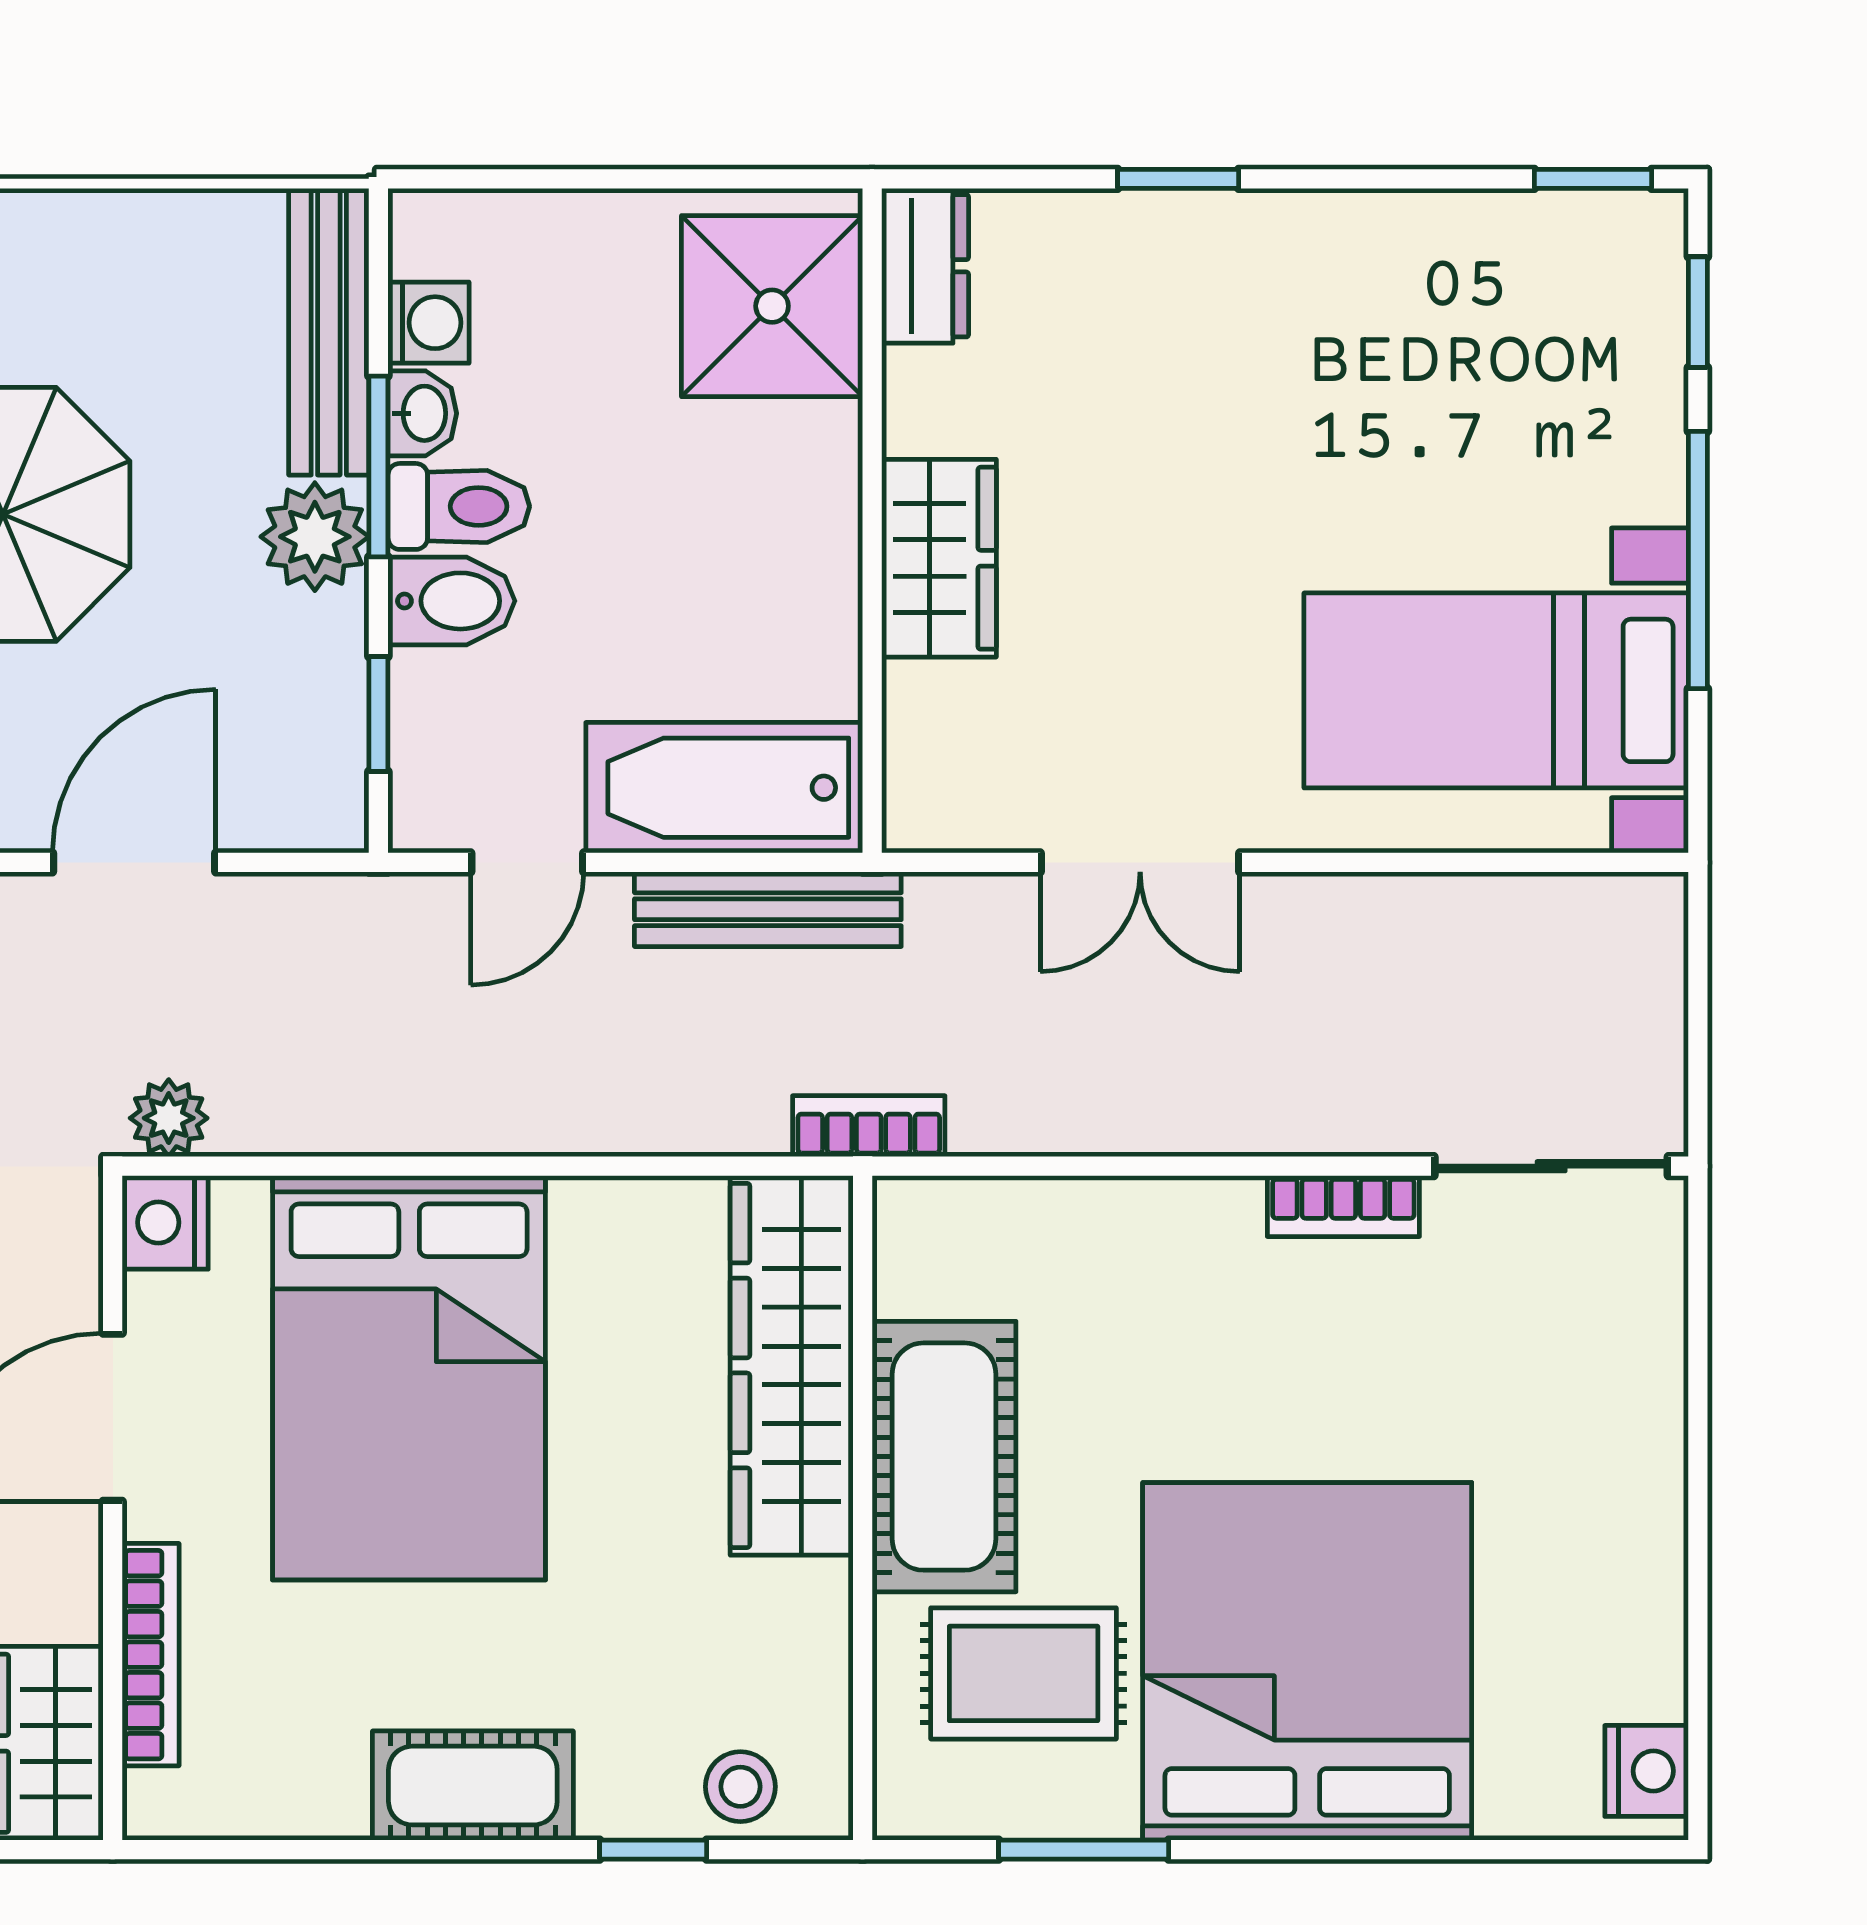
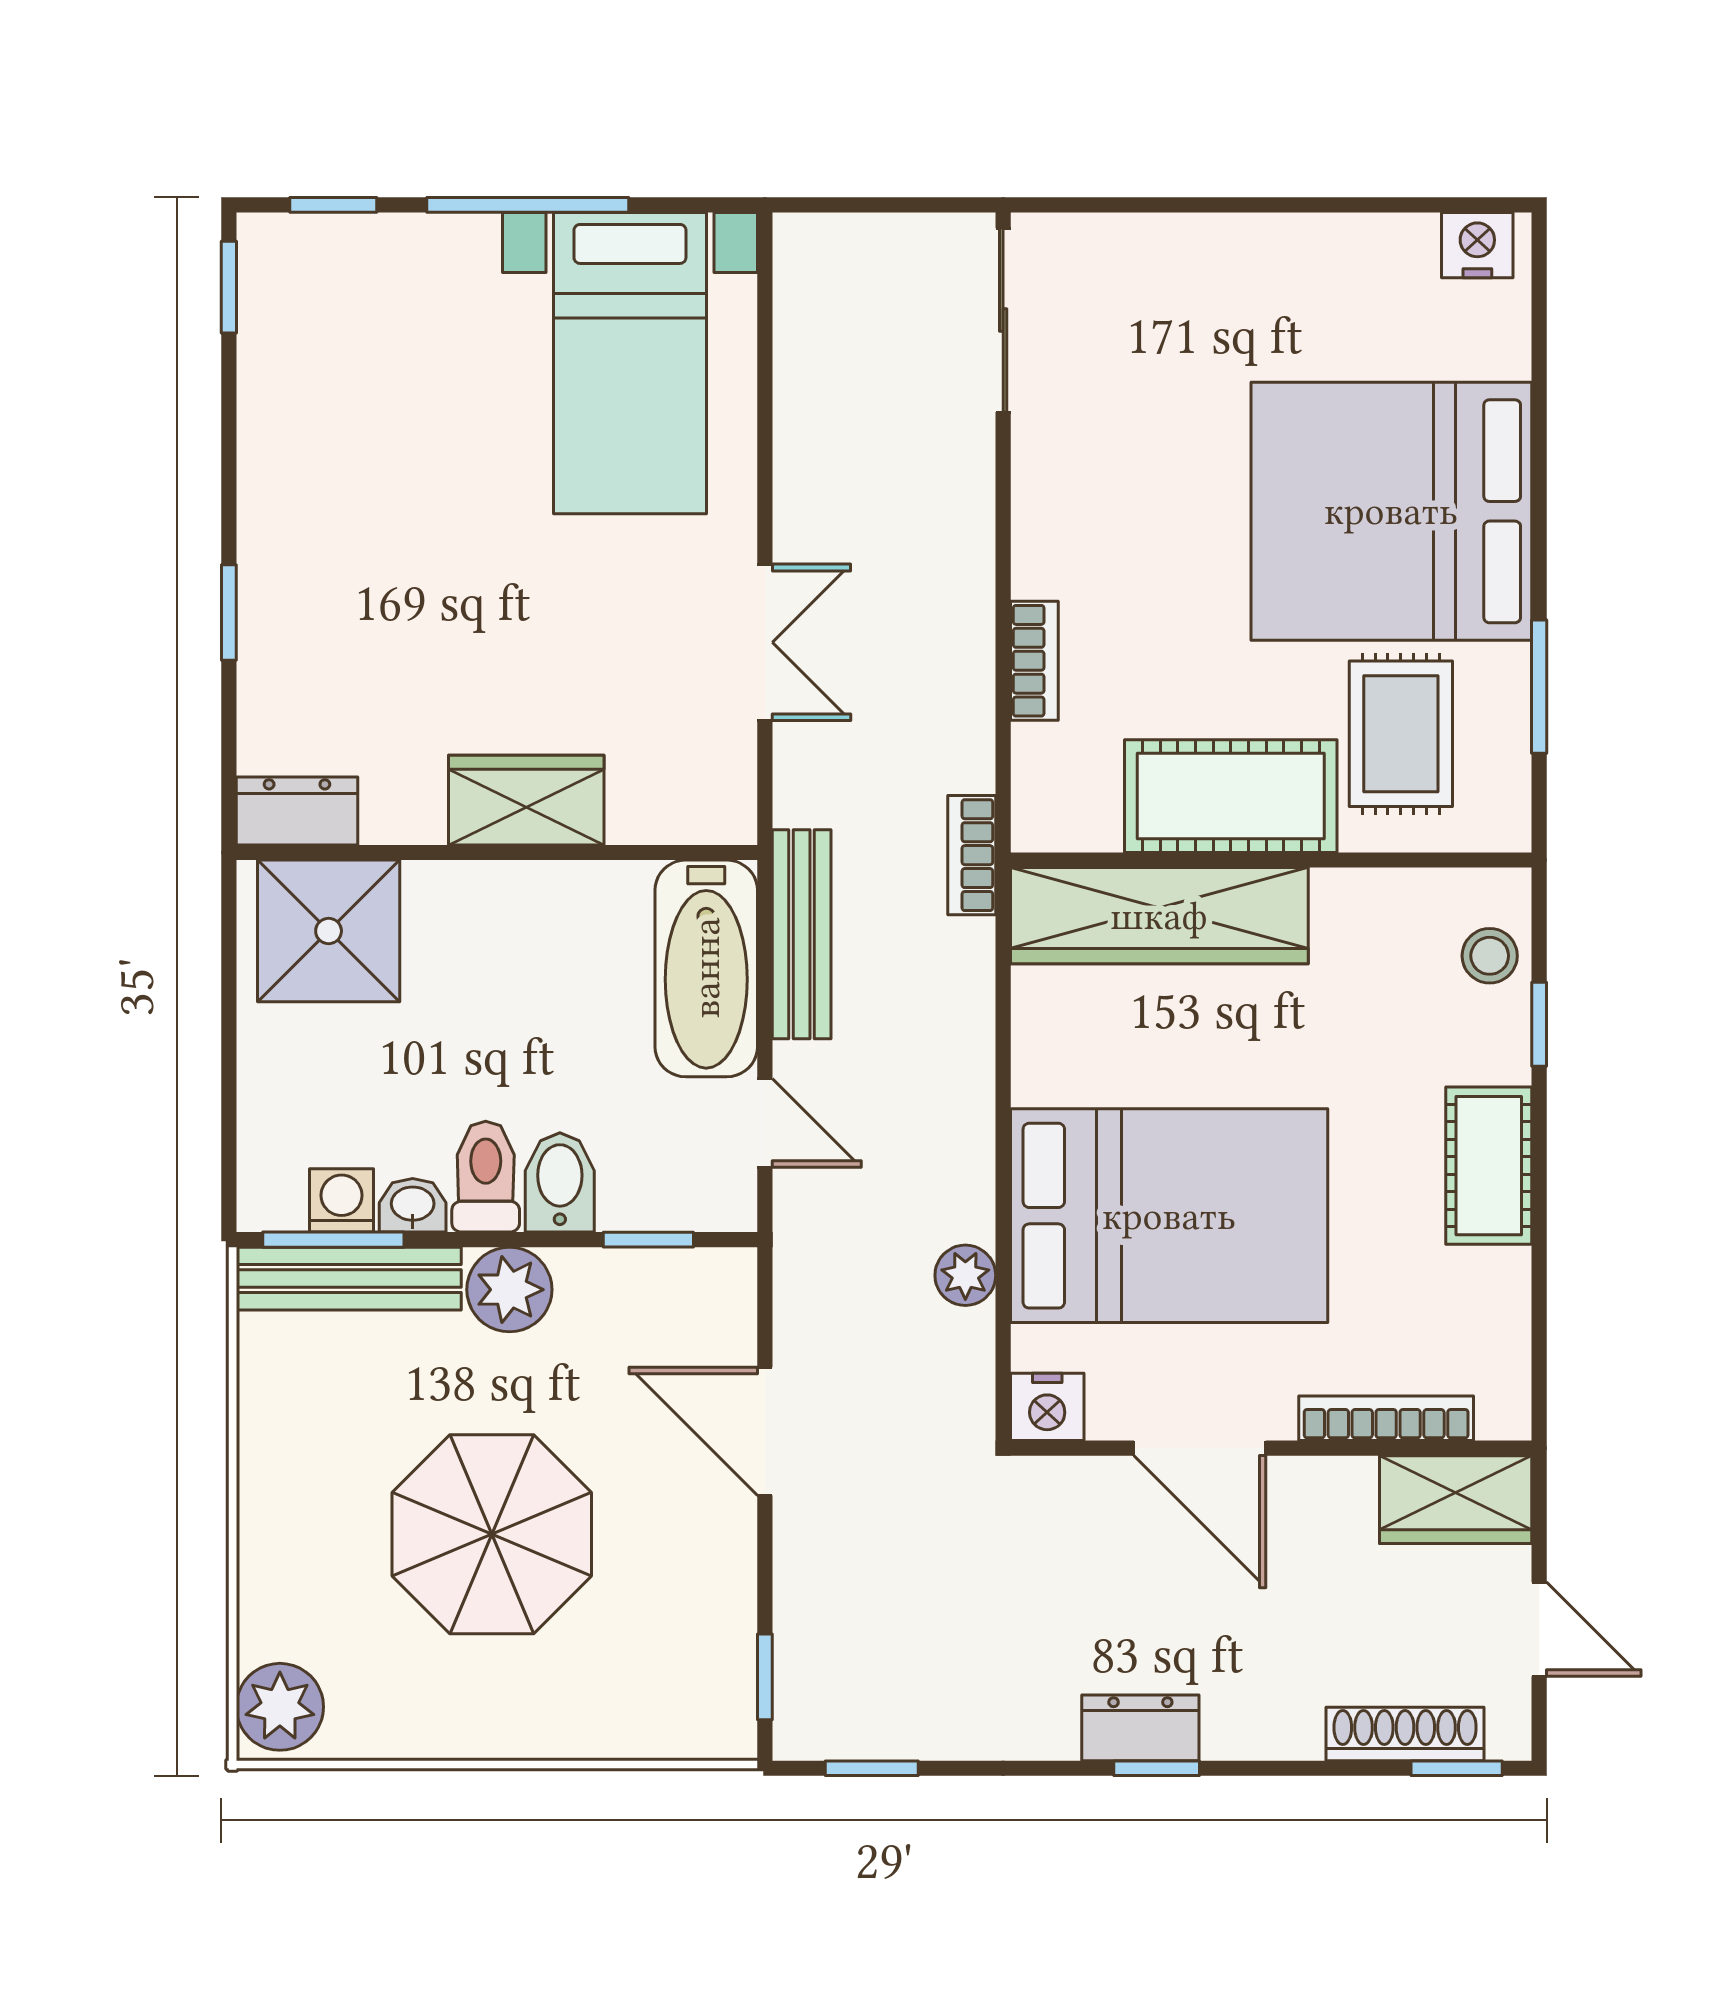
window: (378, 467) -> (333, 1240), moved
plant: (169, 1118) -> (965, 1275), moved
bookcase: (1343, 1206) -> (1034, 661), moved

